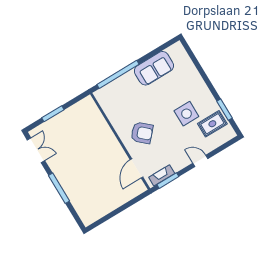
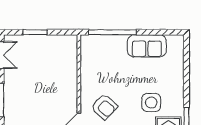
armchair: (142, 133) -> (104, 107), moved

